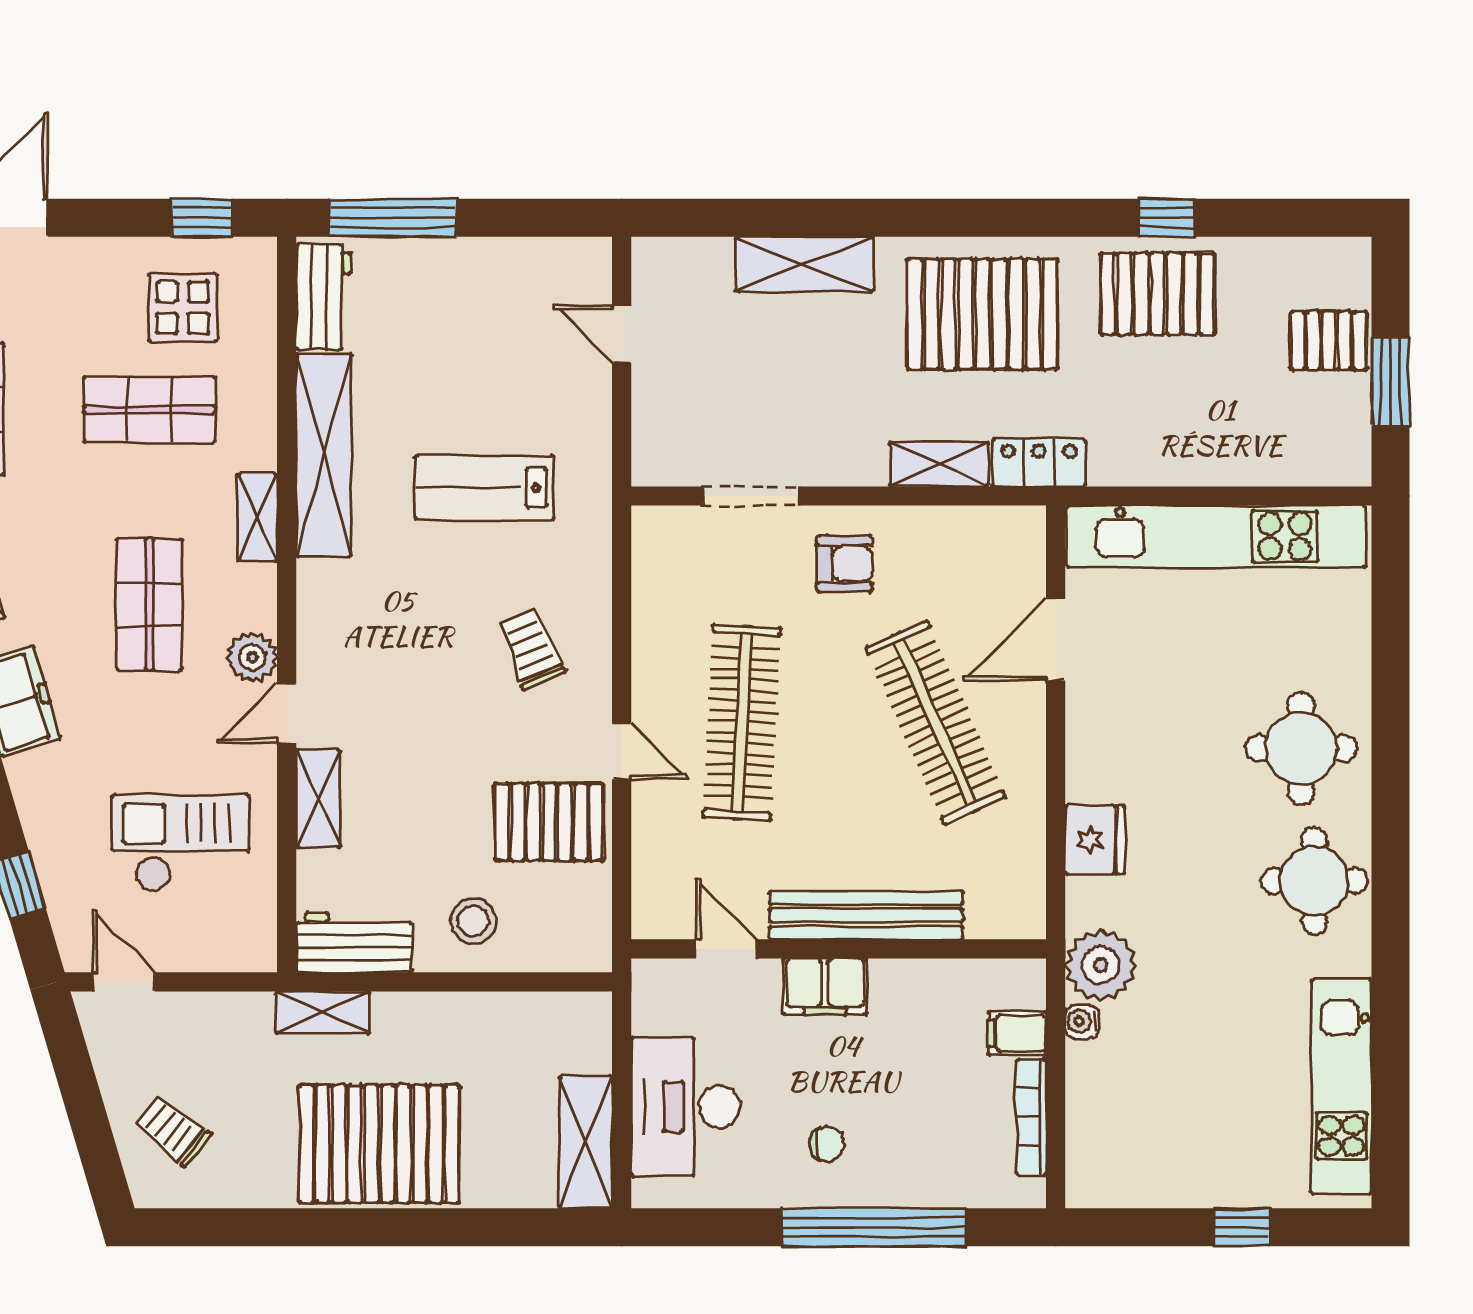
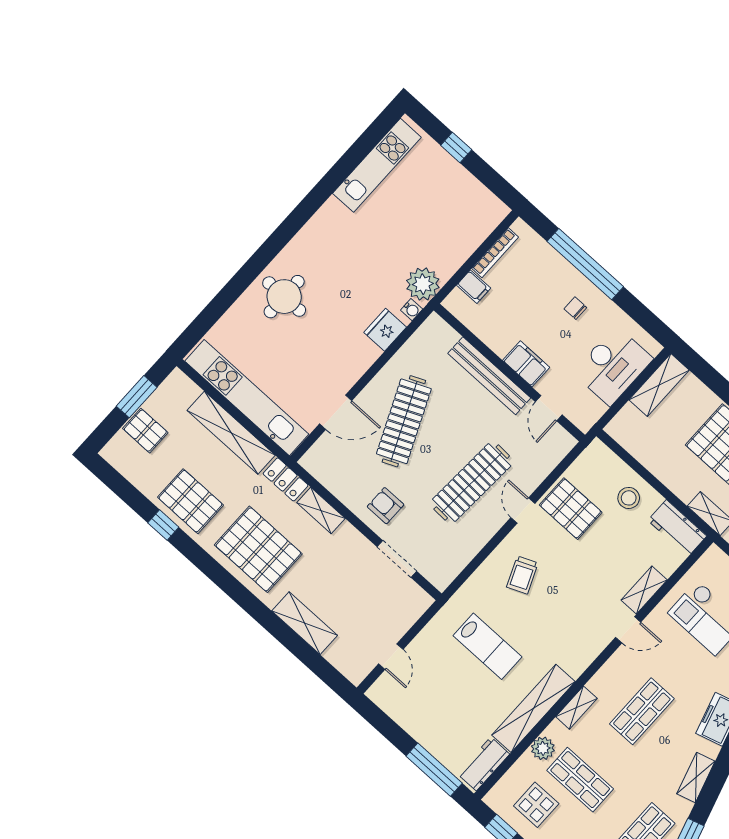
shelving: (1191, 459) -> (231, 433), added
plant: (252, 657) -> (543, 748), moved
round table: (1314, 881) -> (321, 246), removed
water cooler: (1082, 1021) -> (412, 310), moved

